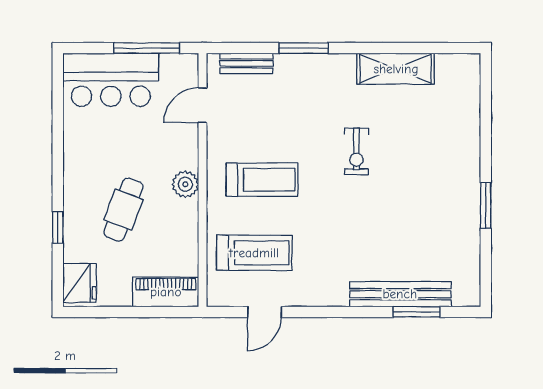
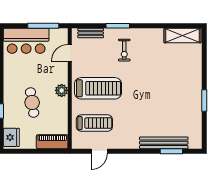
shelving: (396, 69) -> (183, 36), moved
exercise bike: (356, 151) -> (124, 50), moved
treadmill: (262, 180) -> (98, 88), width x1.37, depth x1.38
cafe table: (123, 210) -> (32, 103), turned -30

